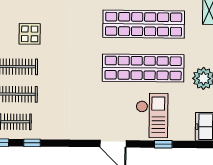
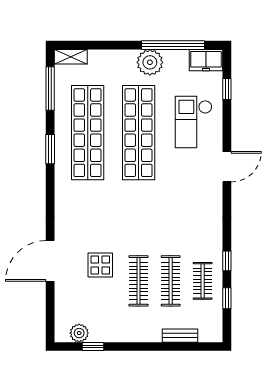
checkout: (152, 115) -> (194, 122), turned -90
window: (163, 144) -> (227, 89), moved

